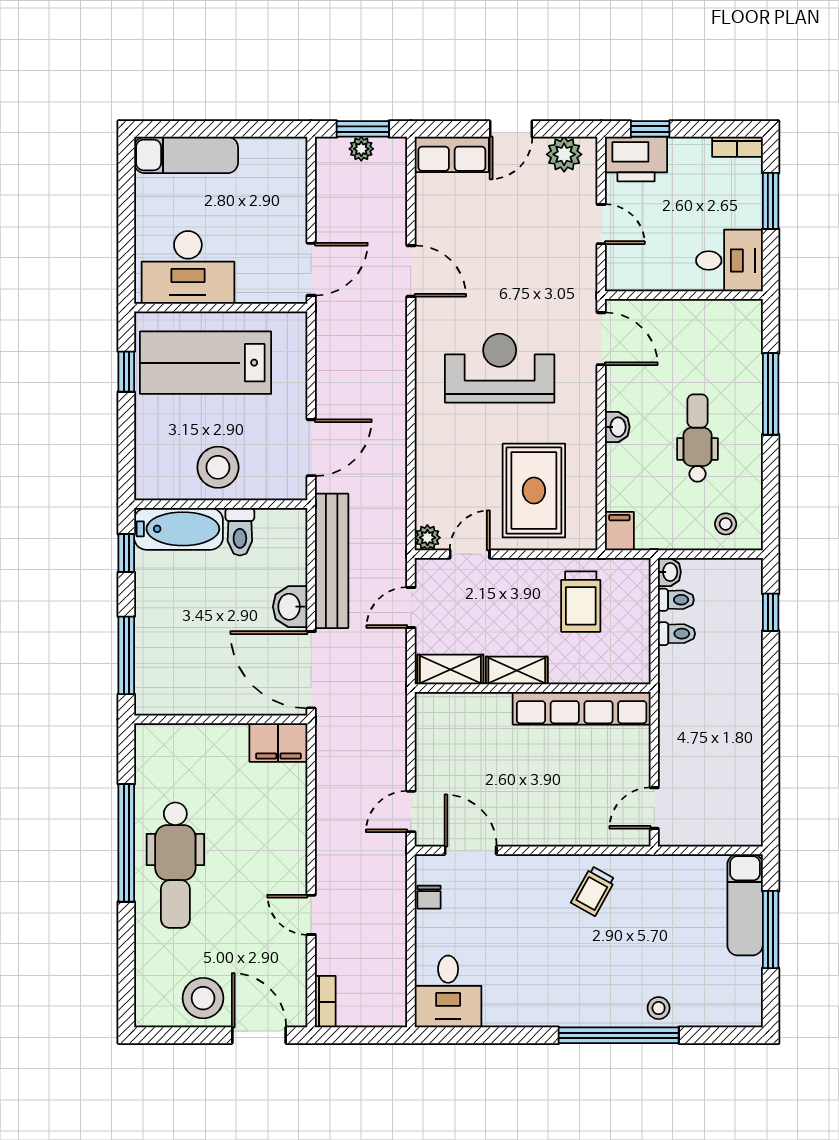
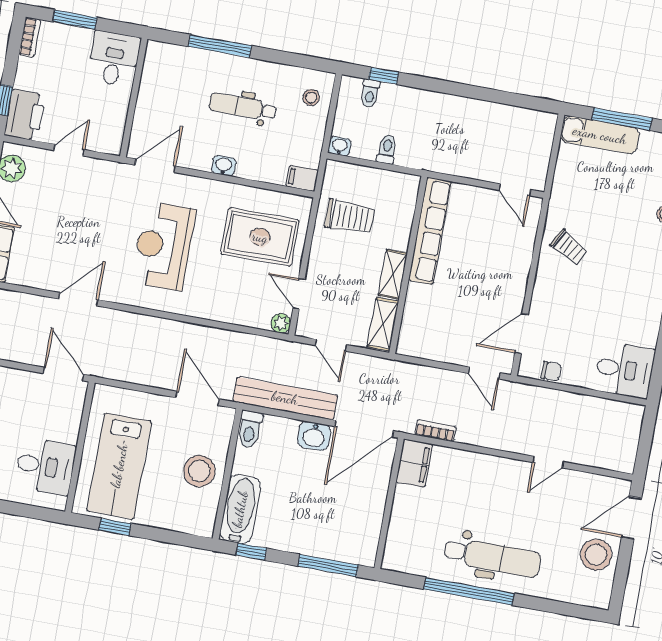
desk: (188, 267) -> (45, 466), width x0.73
toilet: (240, 532) -> (250, 429), moved, turned 90
toilet: (676, 600) -> (370, 93), moved, turned 180
bookcase: (325, 1002) -> (435, 431), moved

